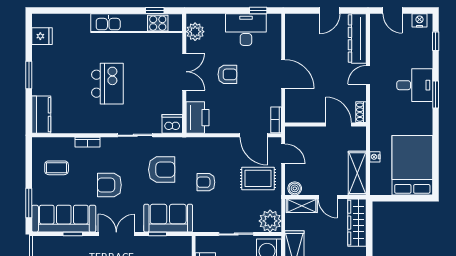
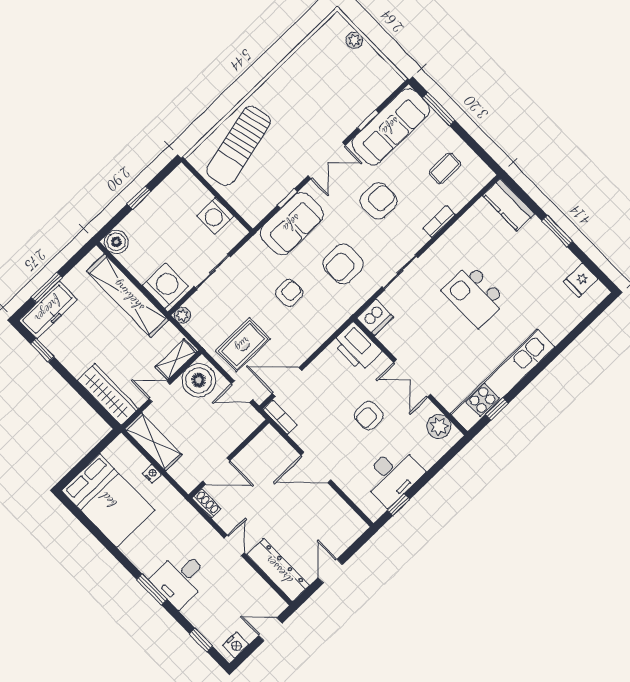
boiler: (295, 188) -> (199, 380), width x1.86, depth x1.86
plant: (270, 221) -> (182, 315), width x0.53, depth x0.53

